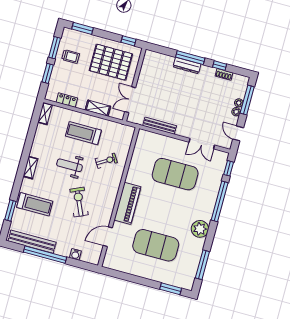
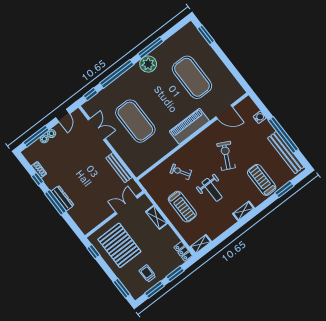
locker: (67, 100) -> (183, 251), moved
double door: (130, 100) -> (126, 205), swing flipped
exercise bike: (79, 202) -> (226, 156), turned 141
window: (202, 265) -> (151, 48), moved

